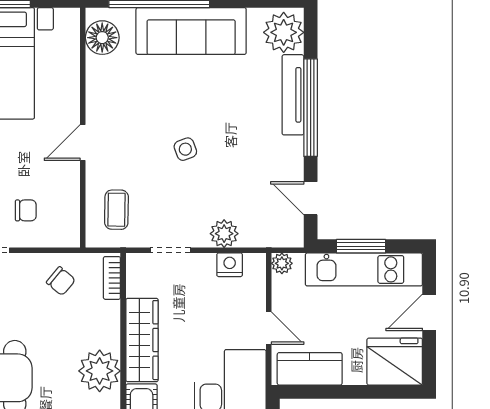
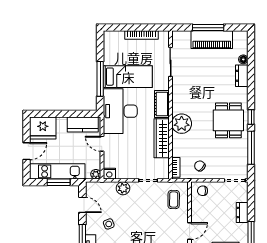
side table: (185, 149) -> (109, 224), moved
chair: (26, 210) -> (203, 191), moved
nightstand: (230, 265) -> (109, 174), moved

